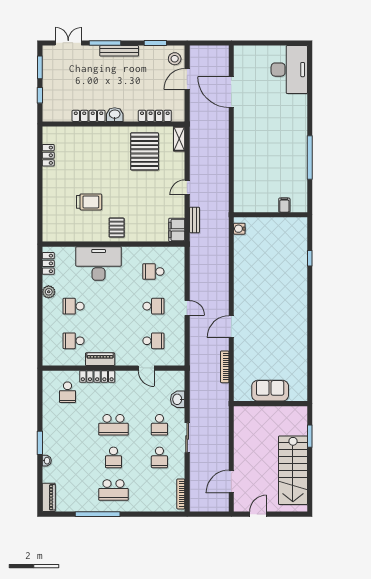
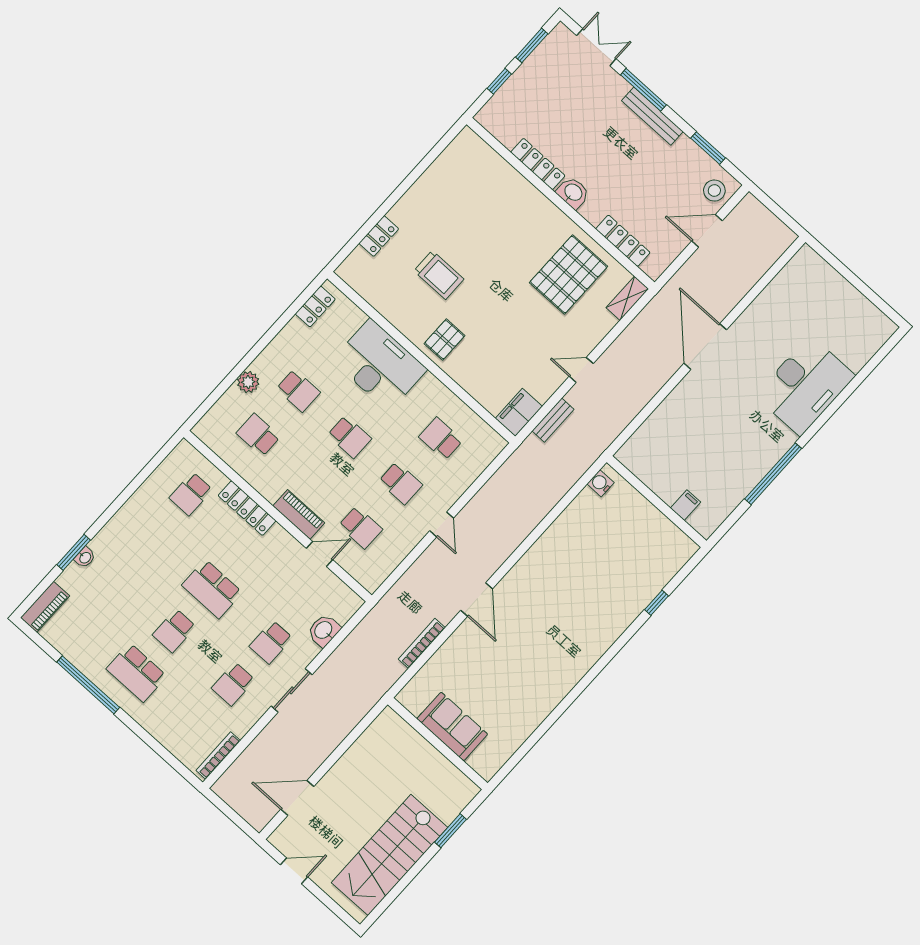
desk: (289, 70) -> (805, 386), moved
door: (231, 92) -> (705, 347), moved
locker: (48, 155) -> (379, 236), moved
plant: (49, 292) -> (248, 382), moved
school desk: (74, 306) -> (298, 391), turned 180
school desk: (113, 306) -> (349, 437), added
door: (231, 327) -> (477, 600), swing flipped
piano: (100, 359) -> (299, 514), moved
door: (146, 368) -> (320, 554), swing flipped
window: (40, 443) -> (74, 552), moved

